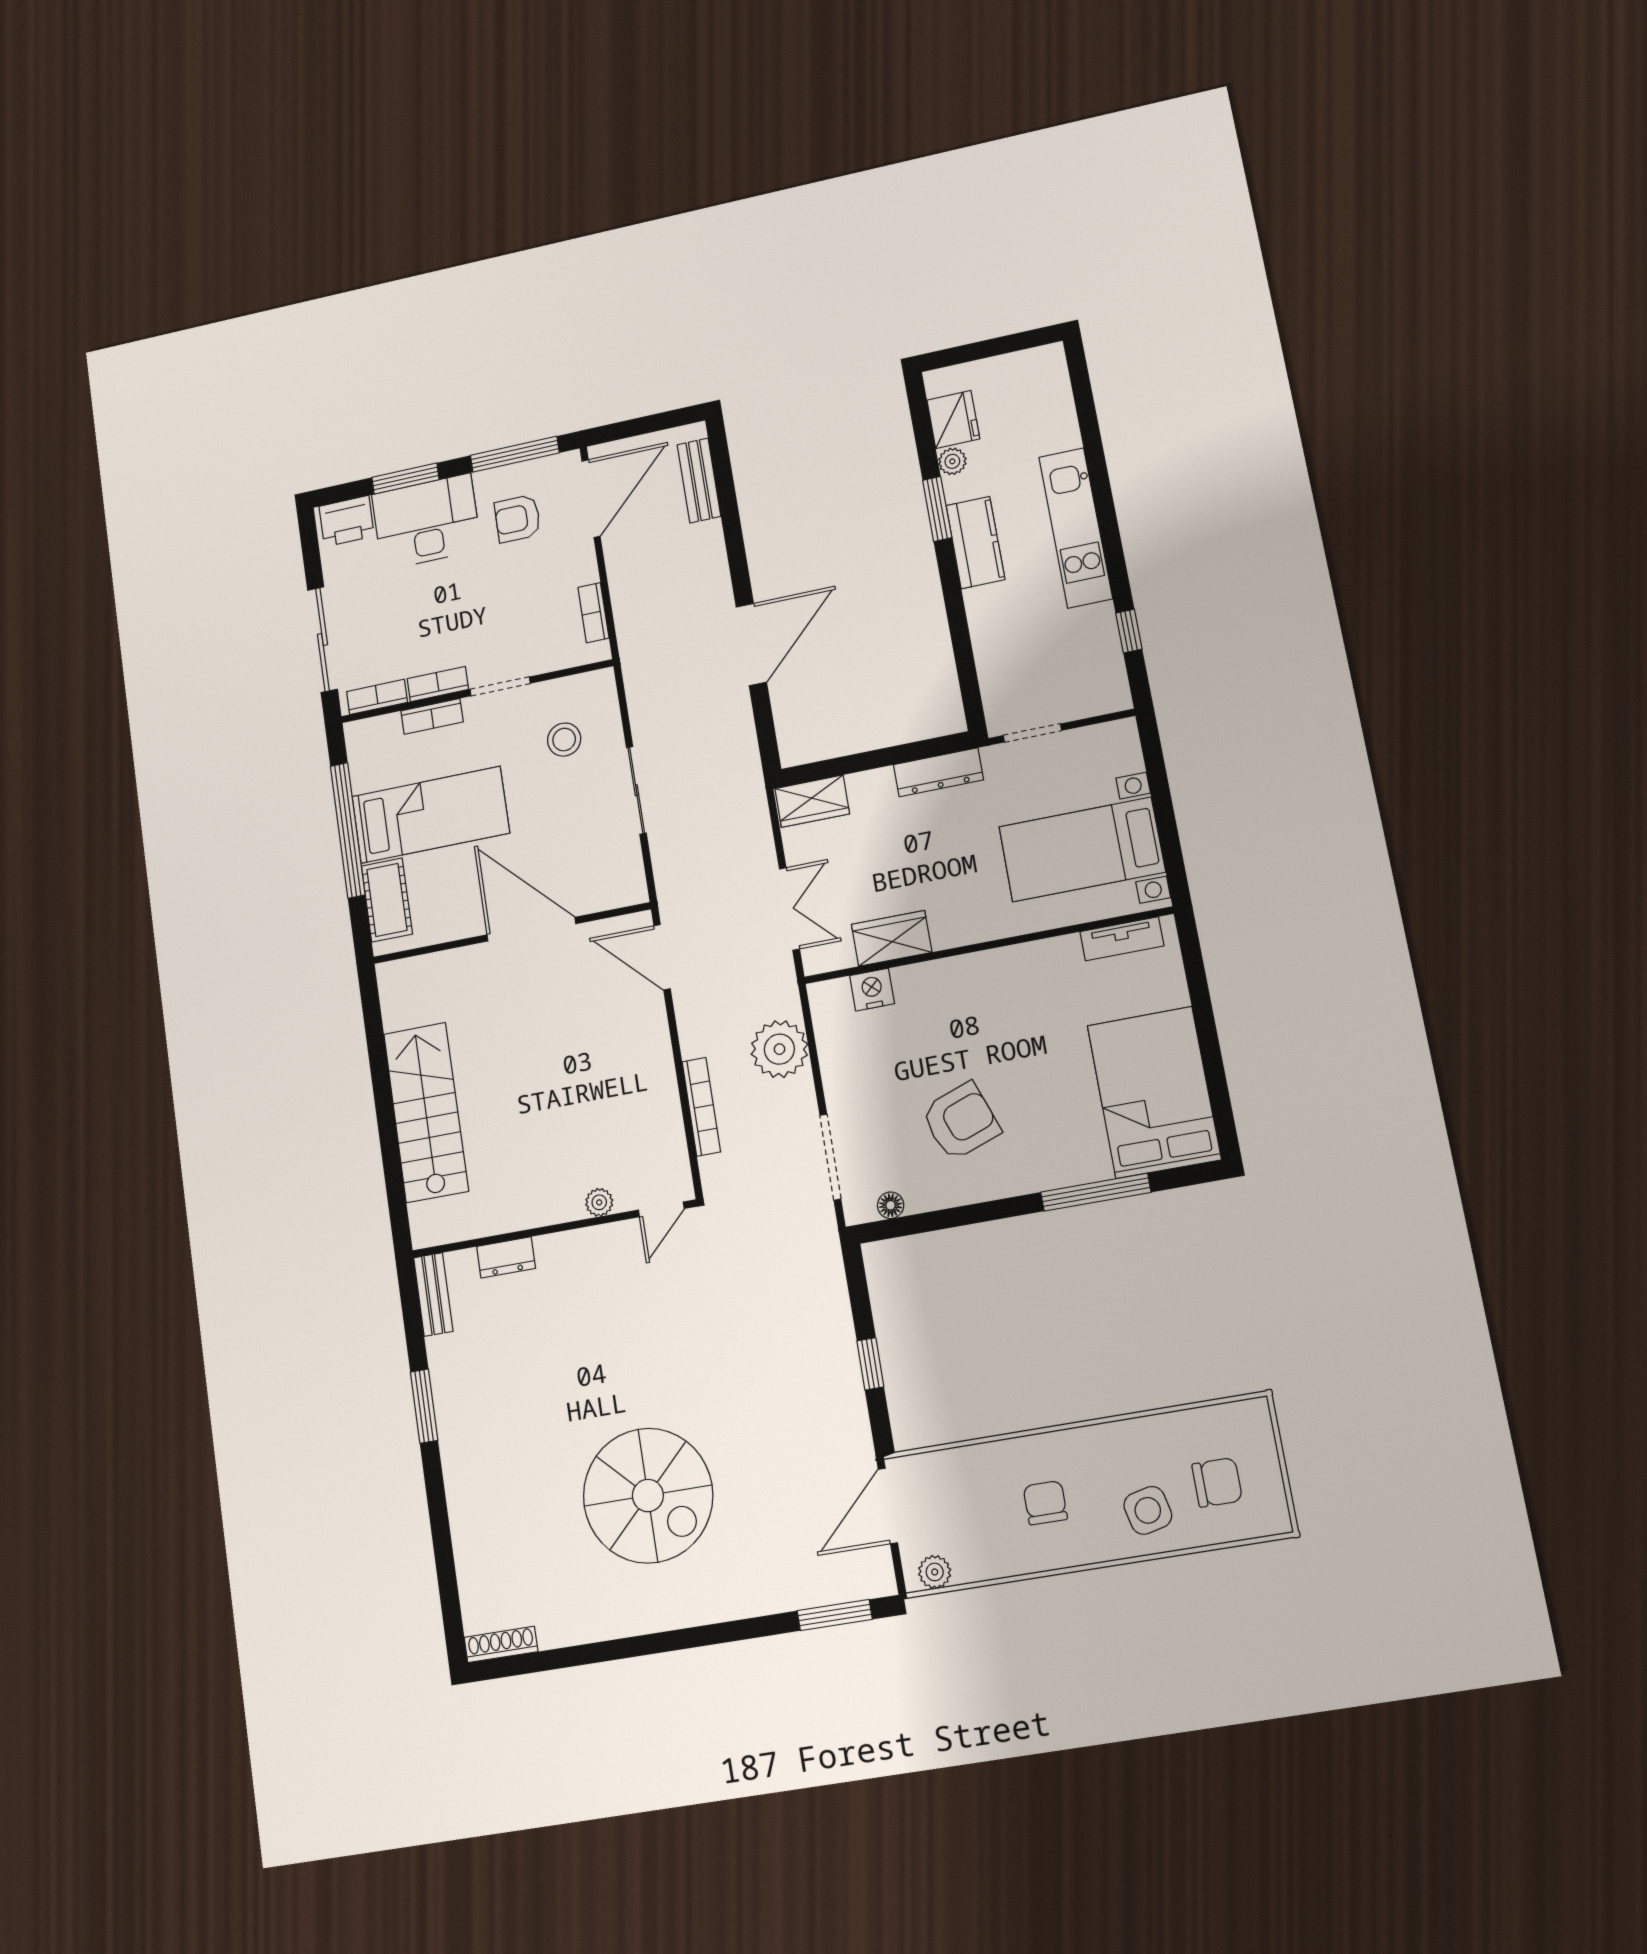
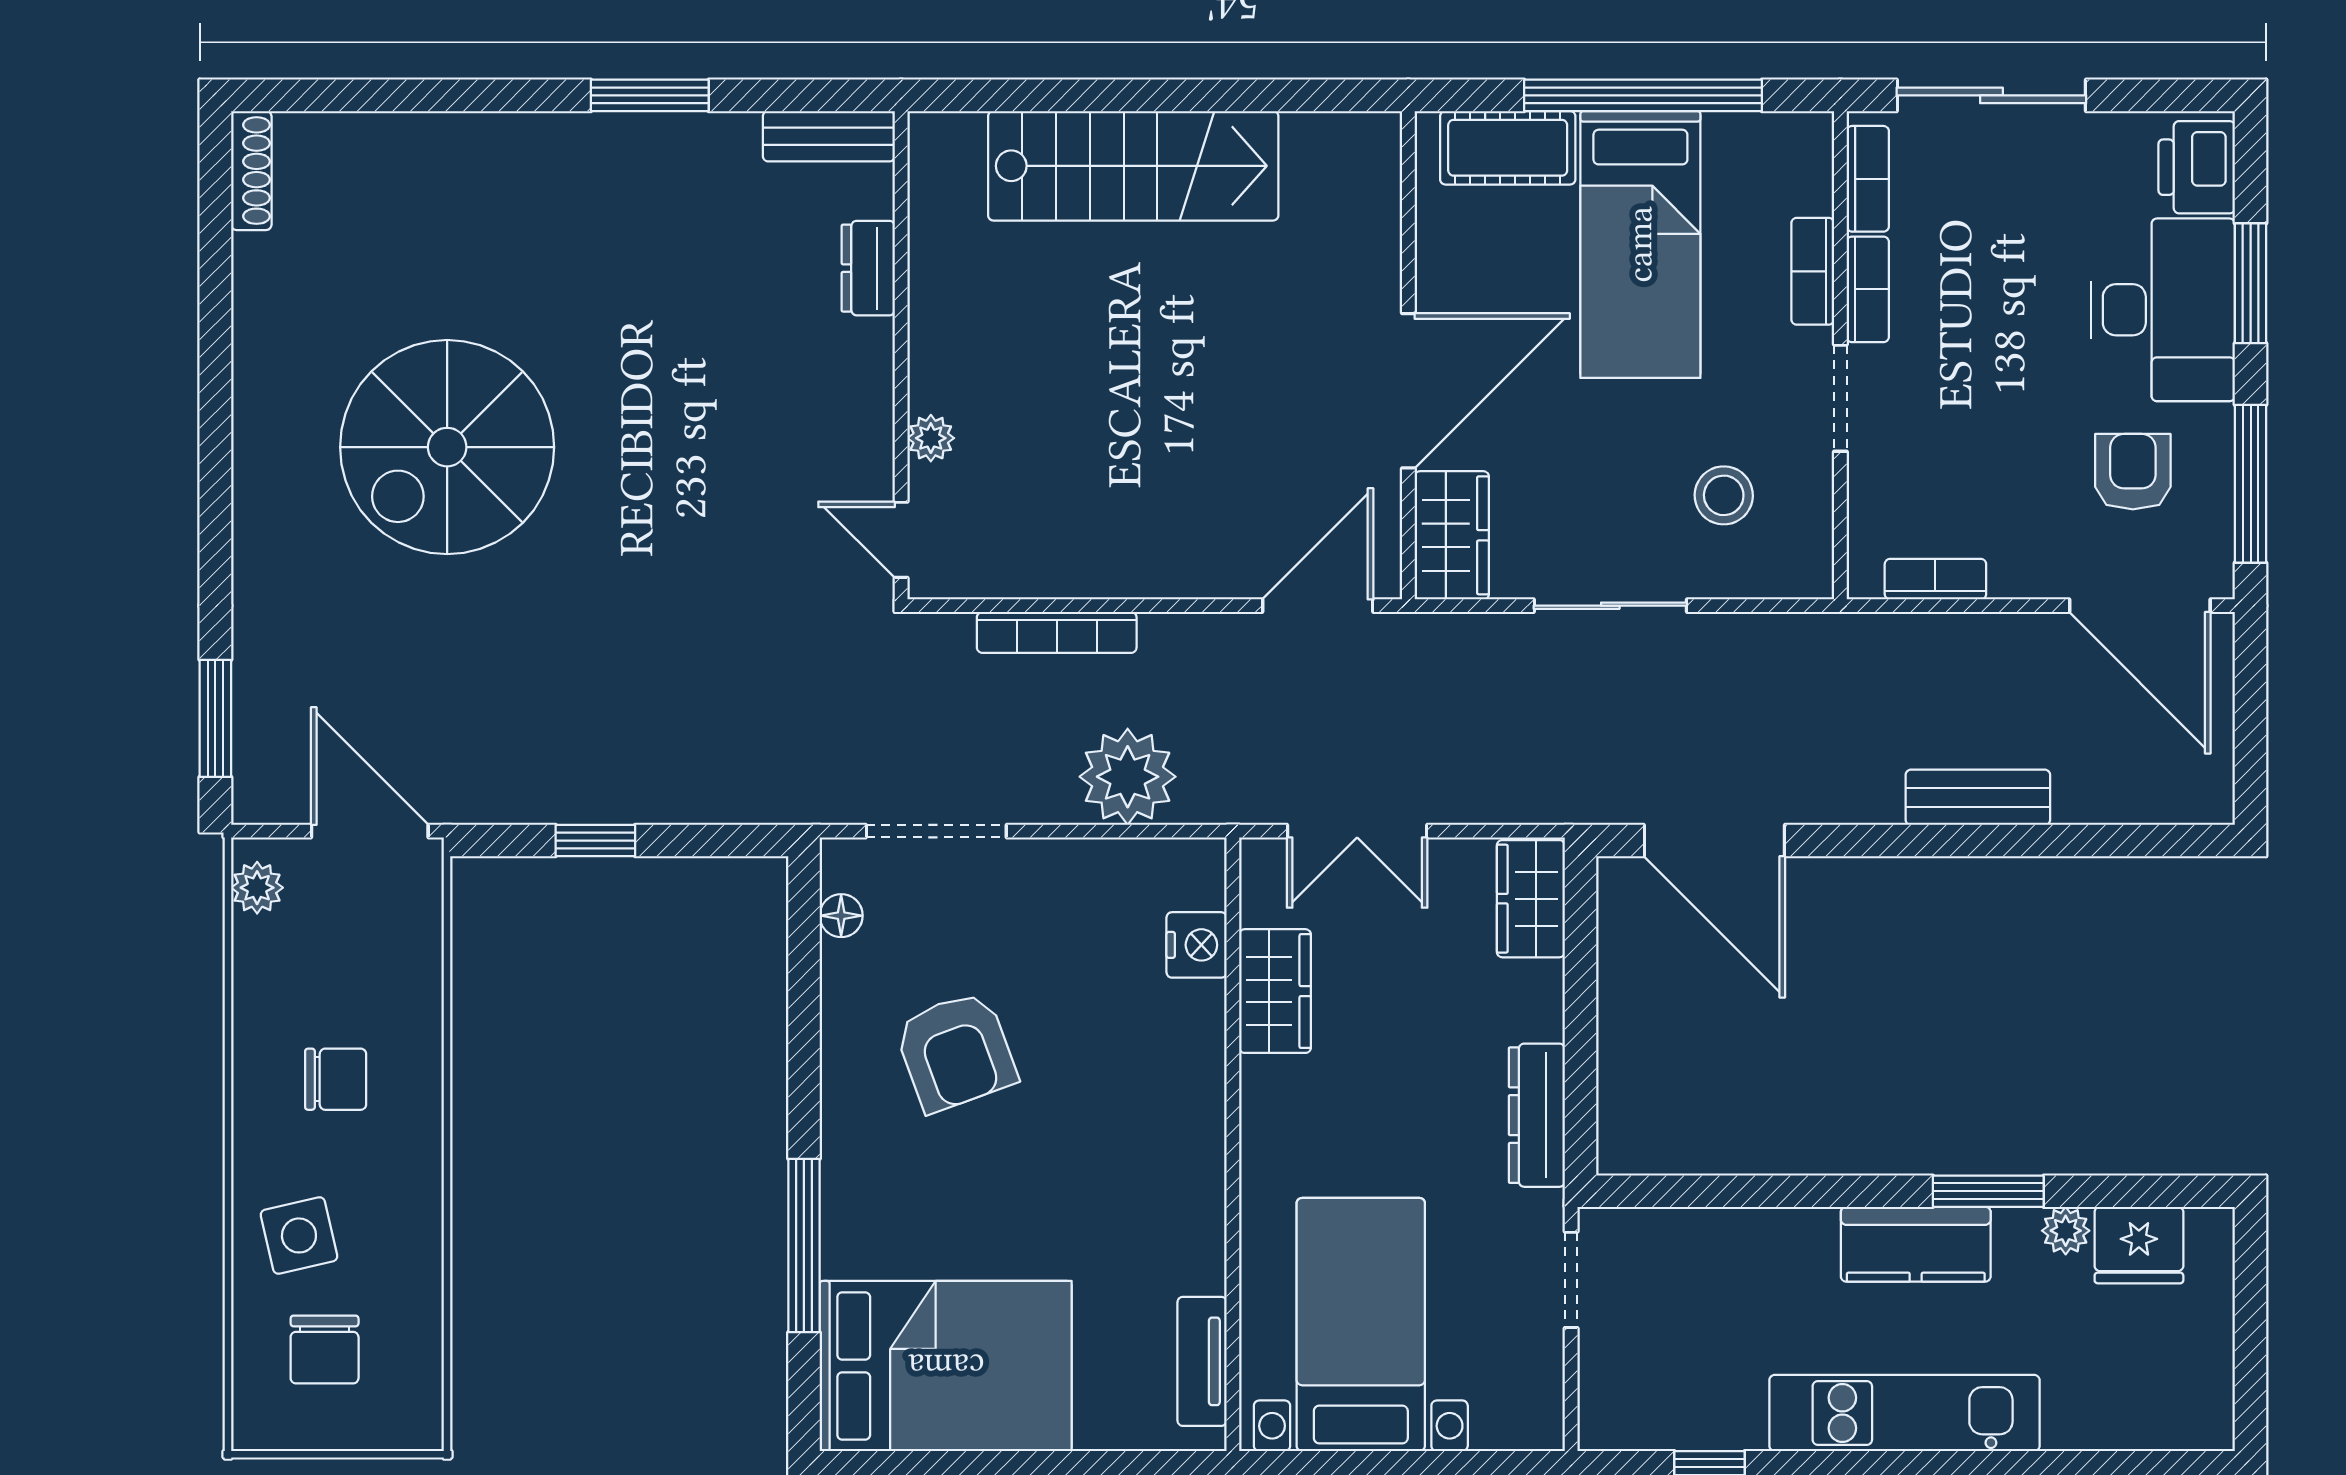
bench: (699, 480) -> (1978, 797), moved
door: (751, 644) -> (1714, 841), moved
wardrobe: (610, 888) -> (1452, 535), added

